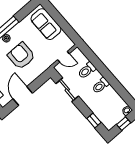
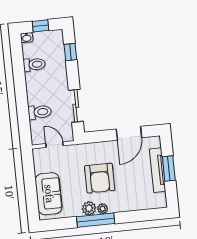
plant: (15, 33) -> (89, 208), added
toilet: (101, 86) -> (34, 65), moved

